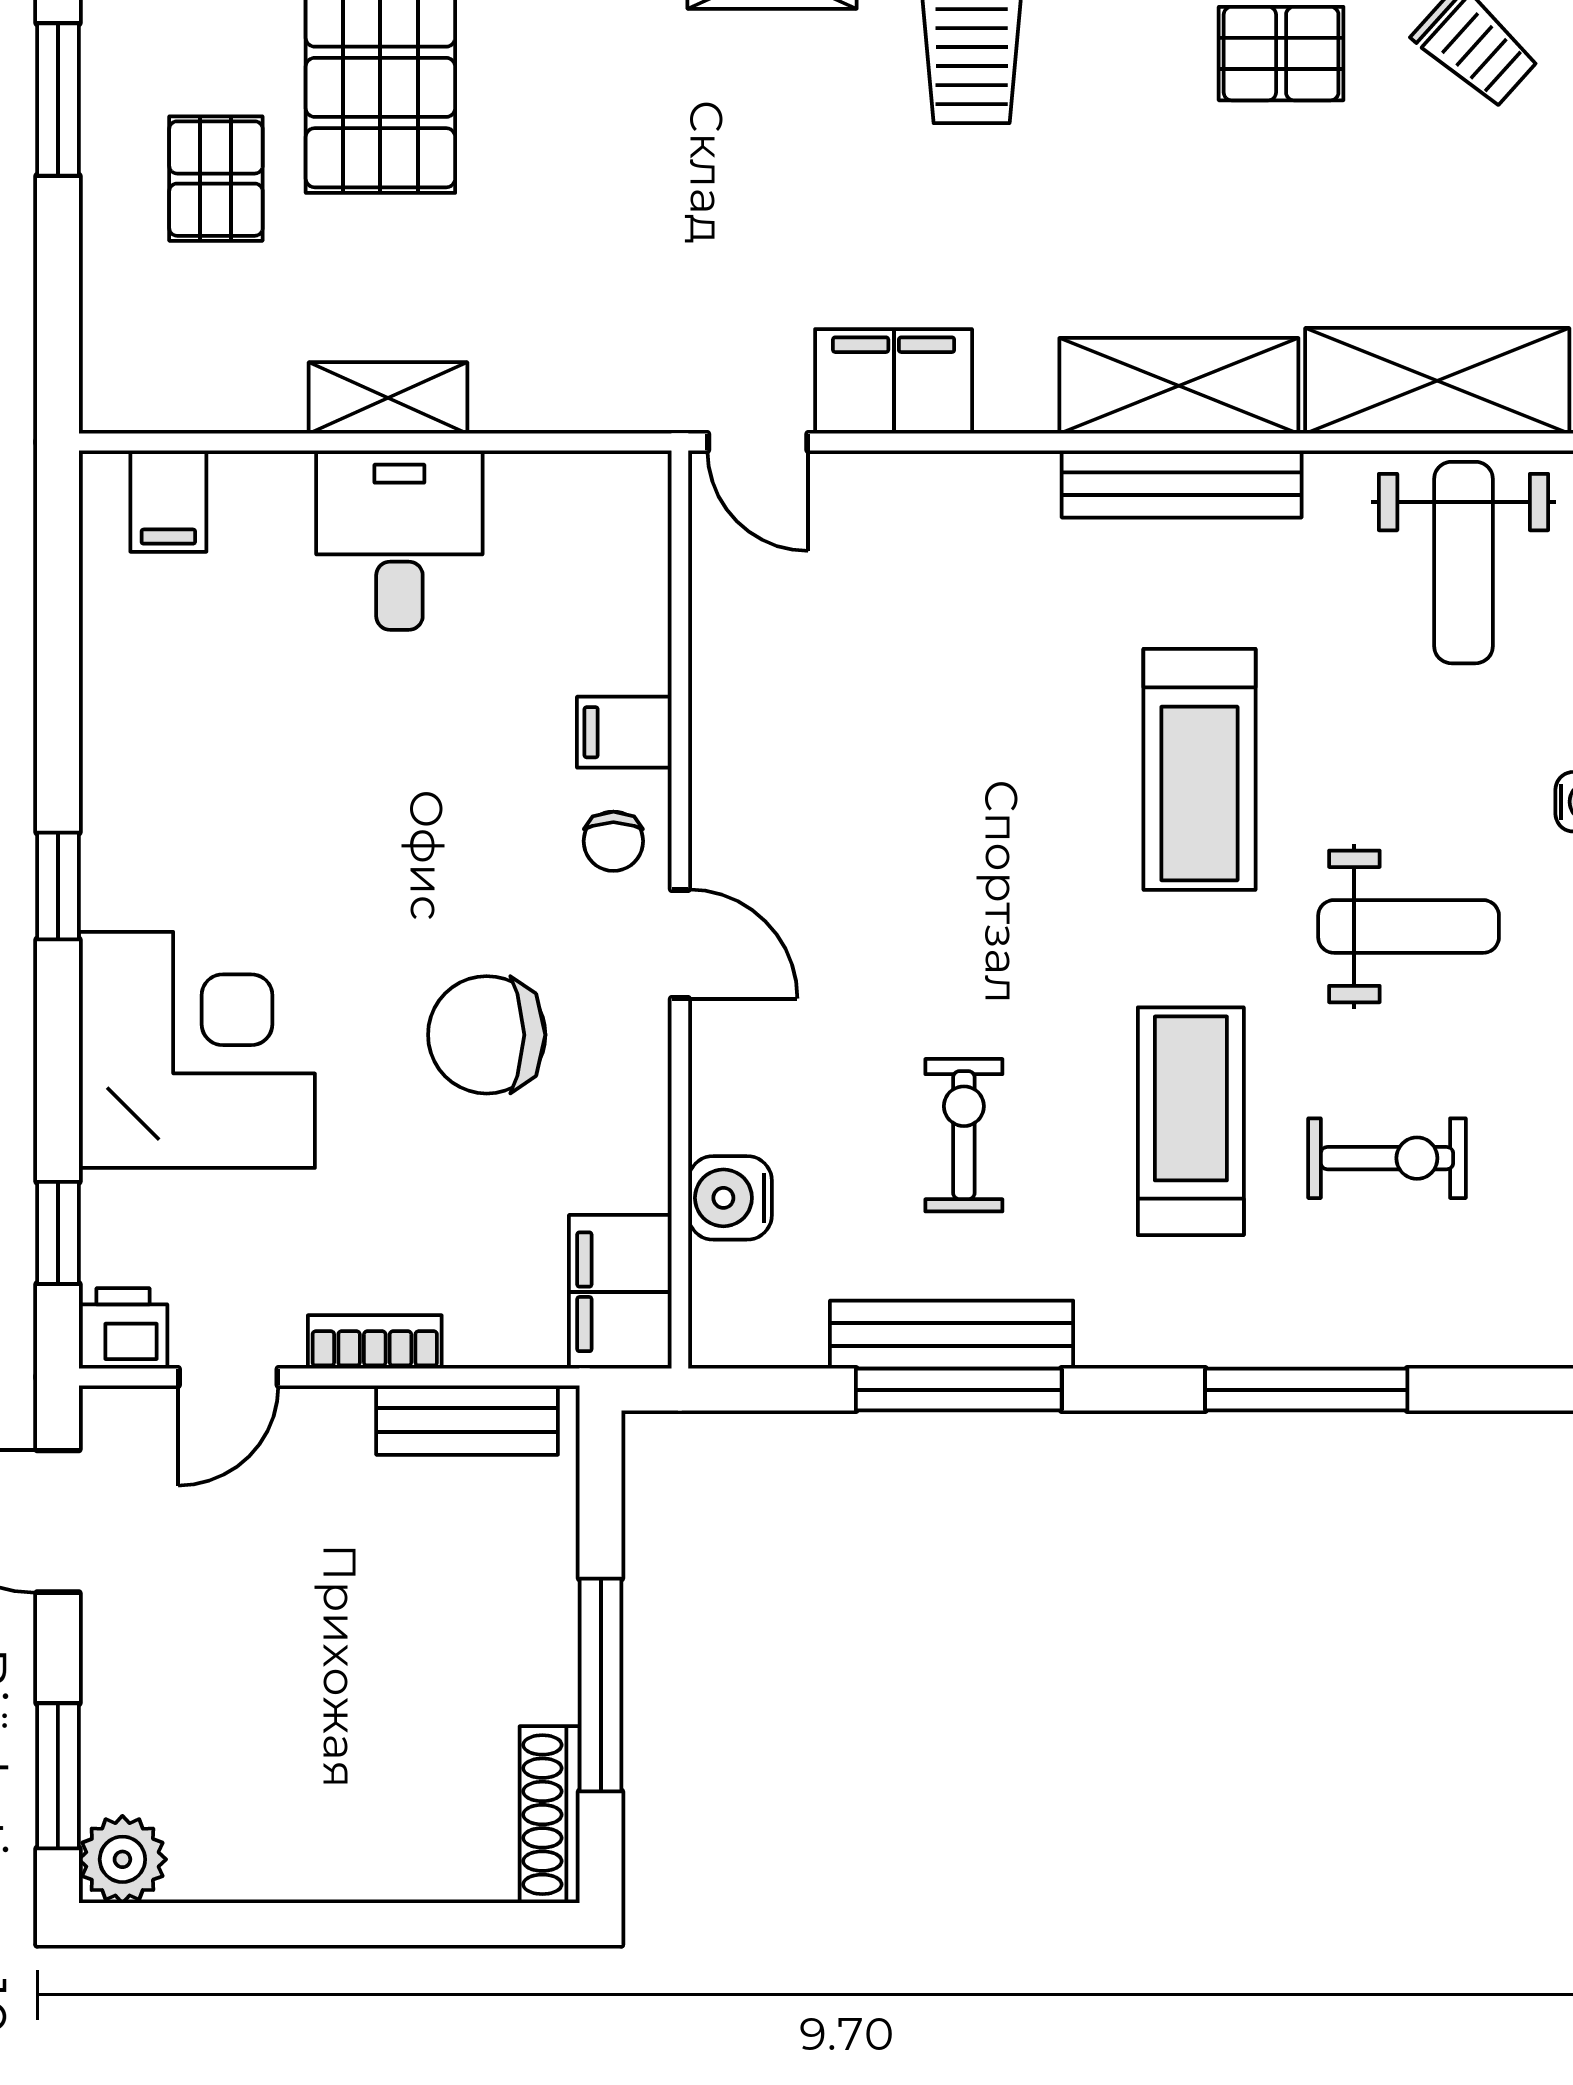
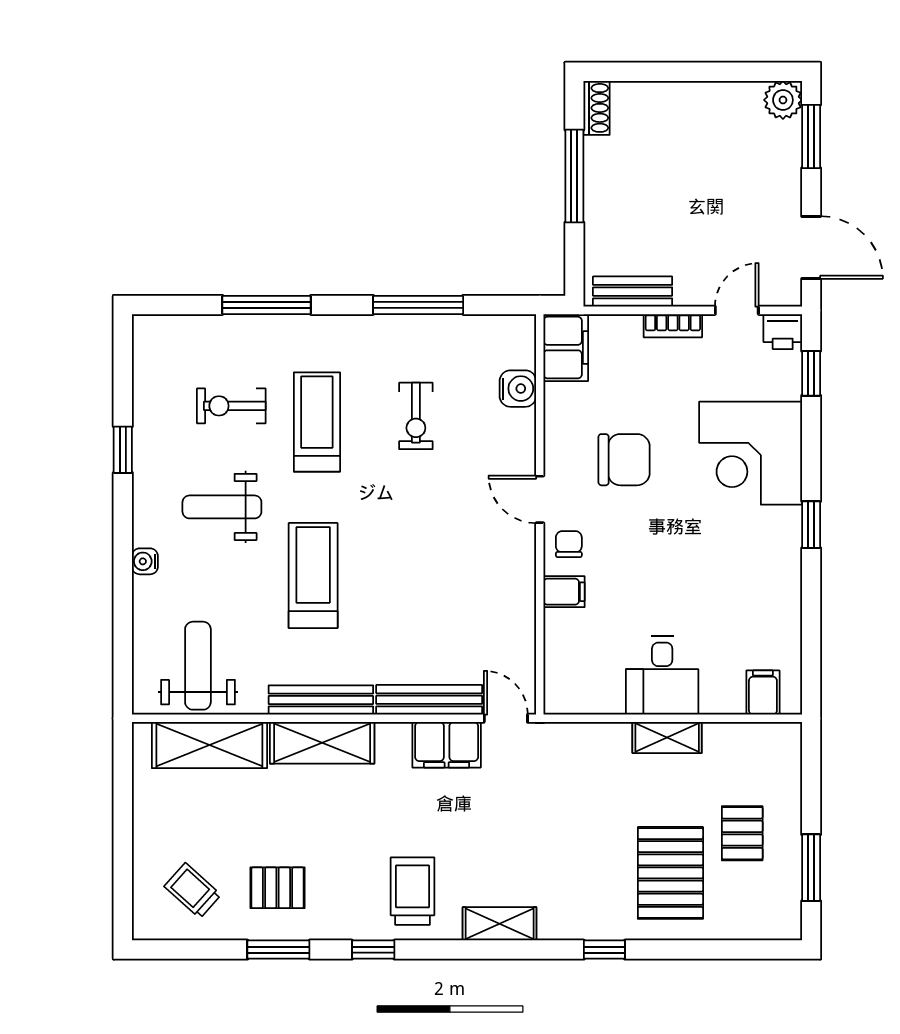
treadmill: (1191, 1121) -> (317, 422), turned 180
bench: (952, 1335) -> (429, 700), moved
shoe rack: (550, 1815) -> (597, 108), width x0.70

